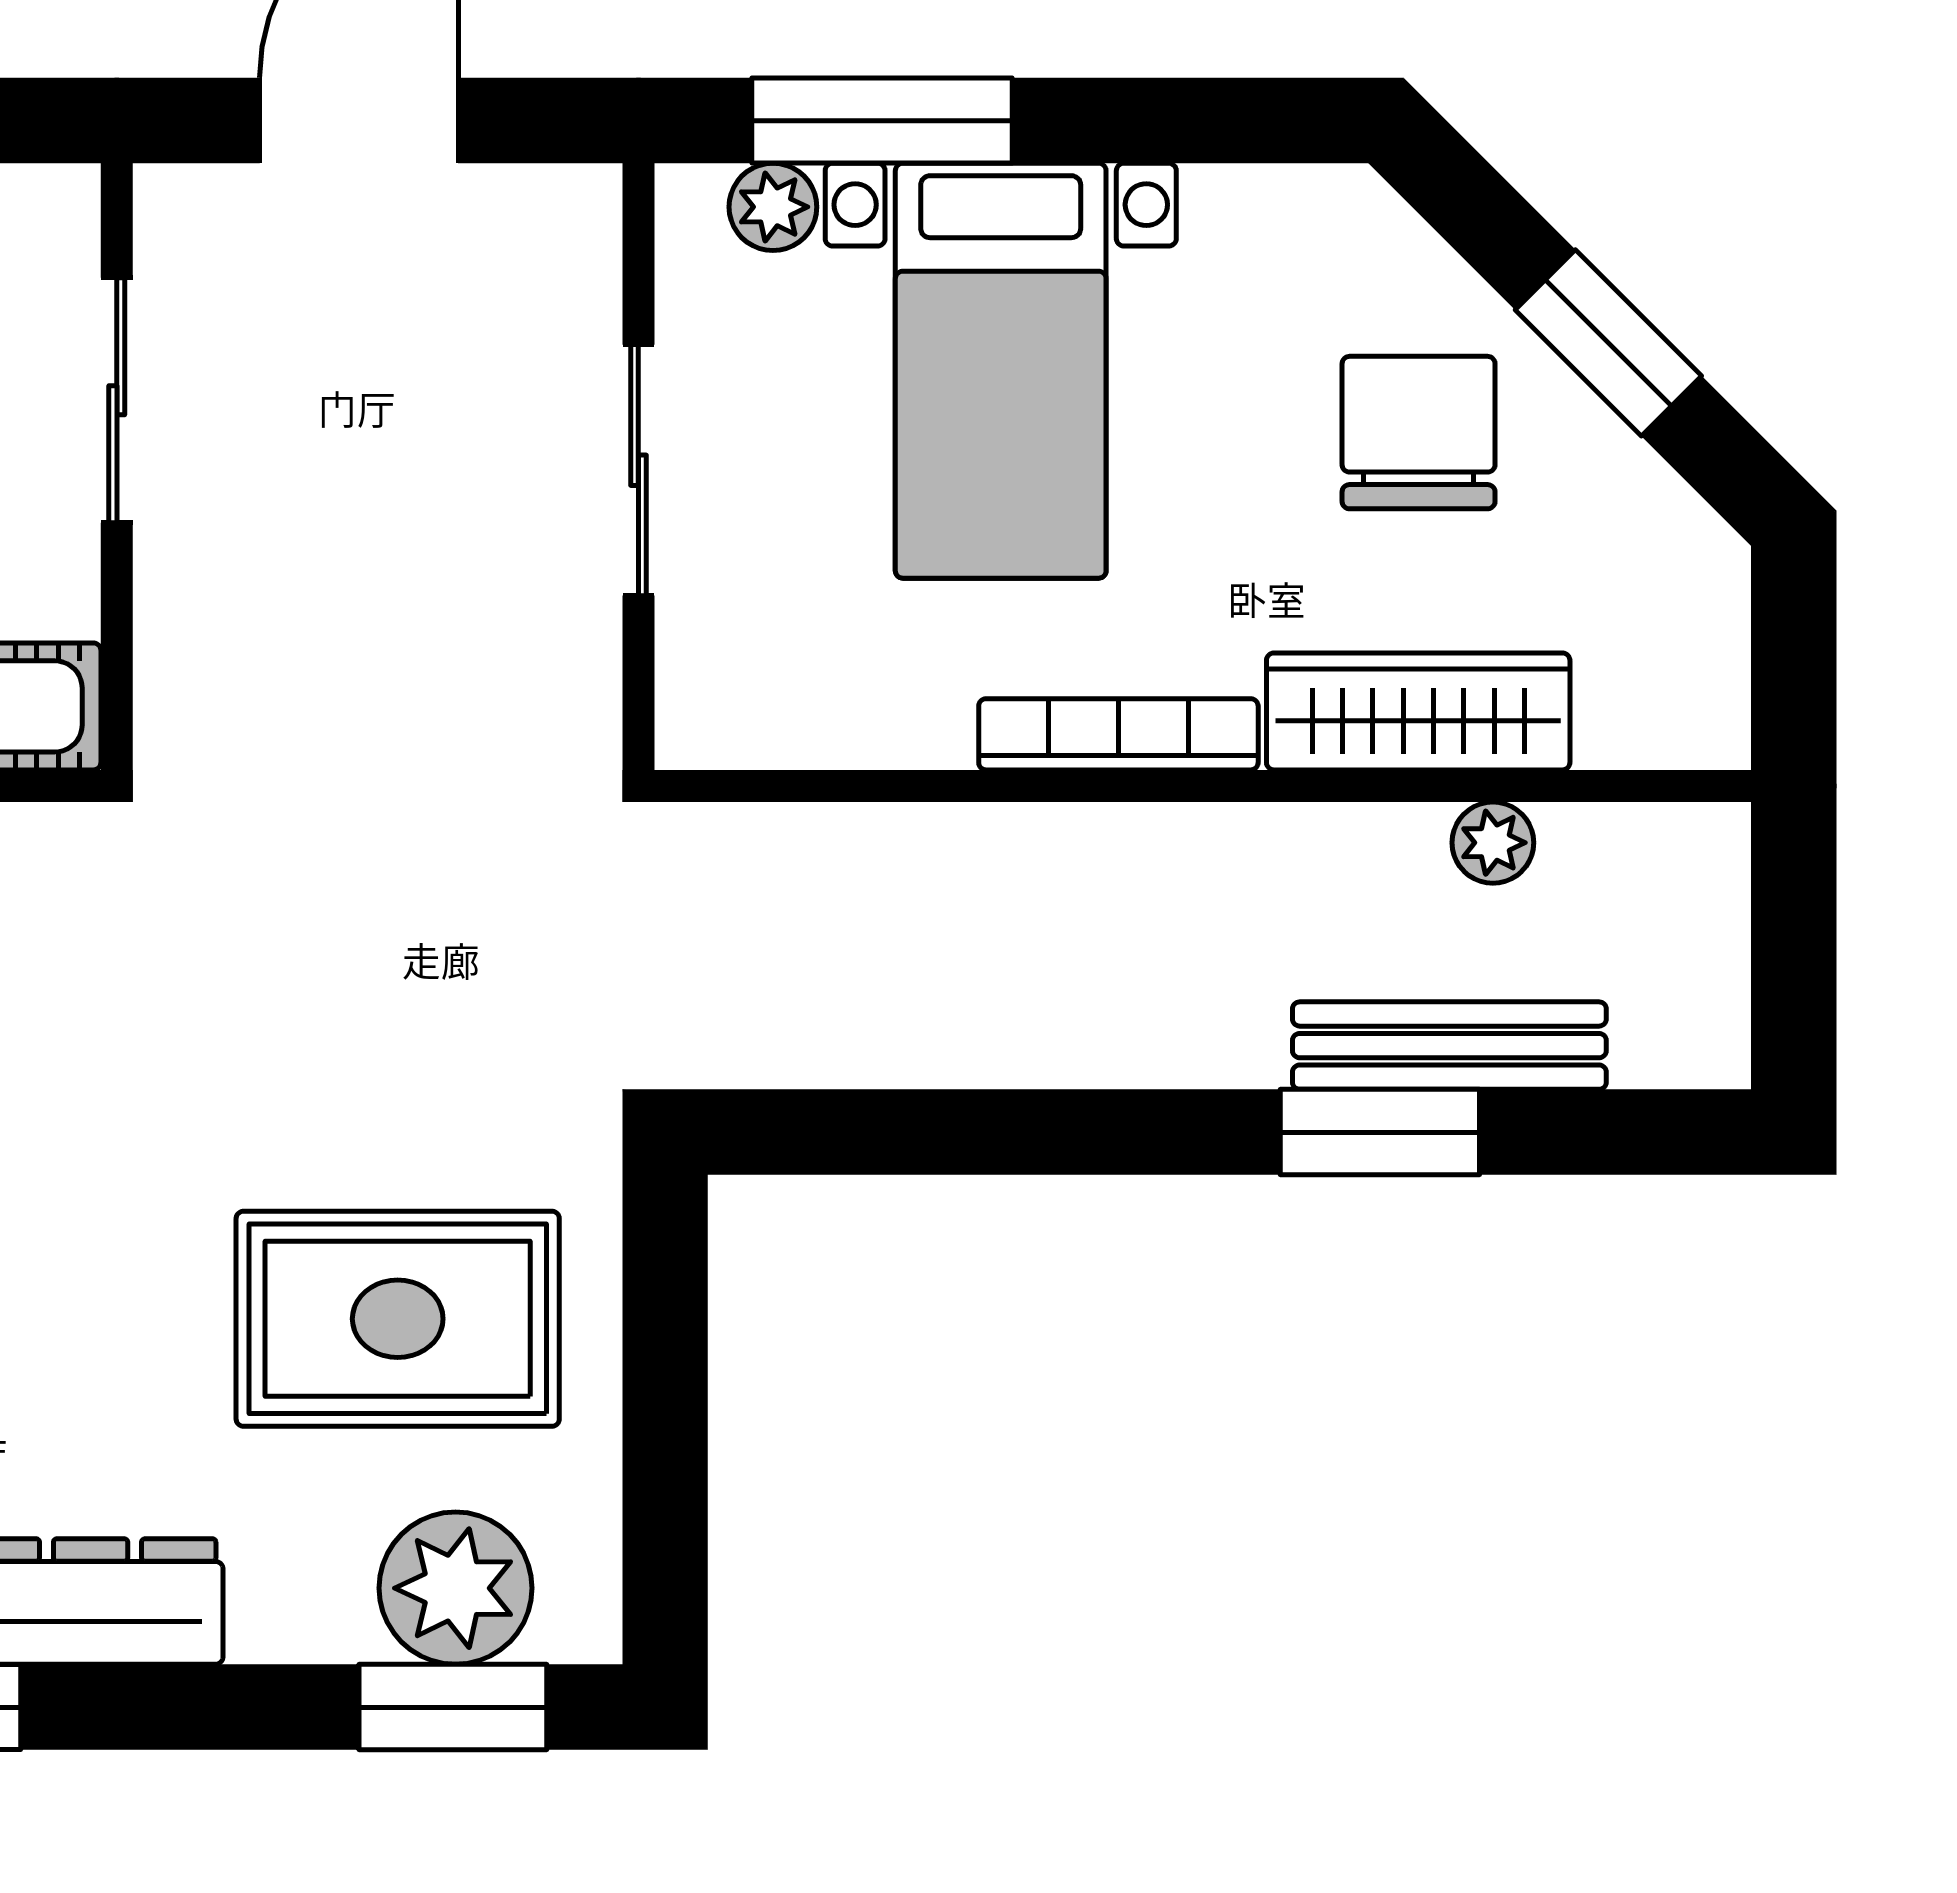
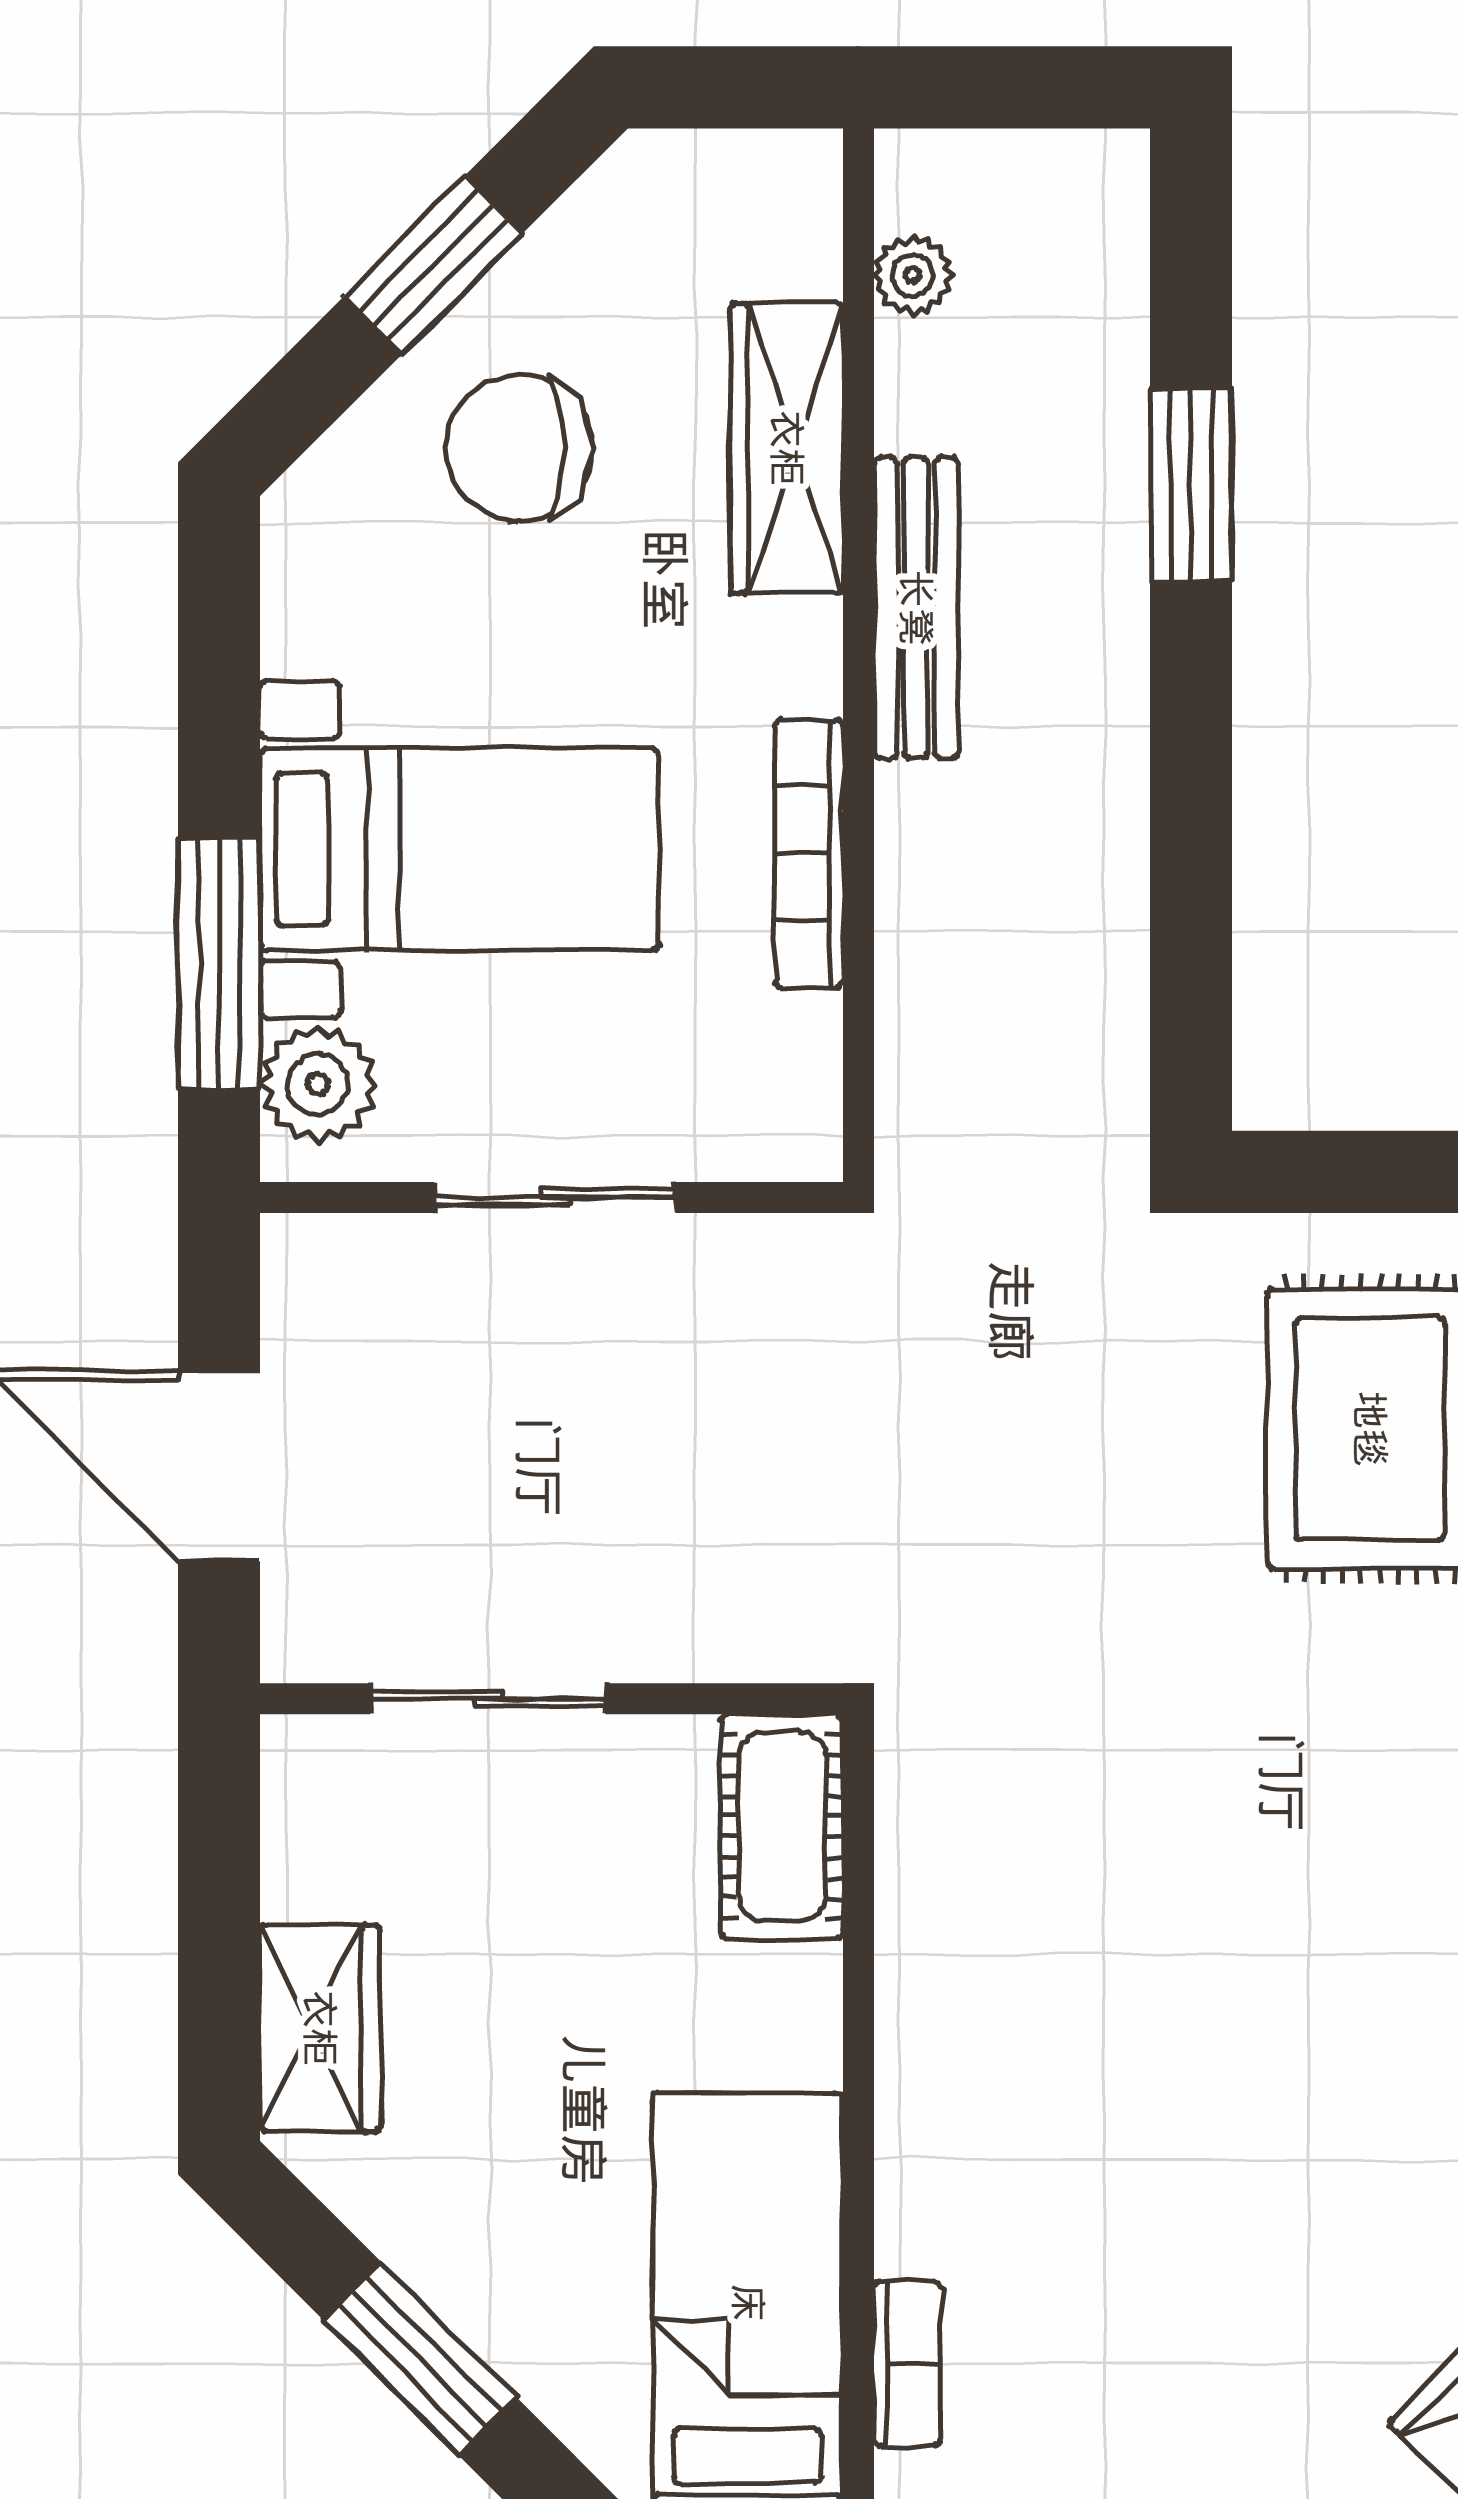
plant: (773, 207) -> (318, 1084), width x1.38, depth x1.38
bookcase: (1118, 734) -> (809, 854), moved
plant: (1493, 843) -> (913, 275), moved
bench: (1449, 1046) -> (916, 608), moved

